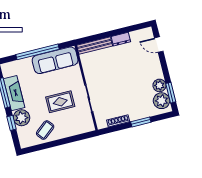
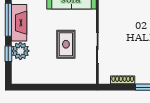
rug: (60, 102) -> (66, 44), turned 90
coffee table: (45, 130) -> (42, 70), removed

